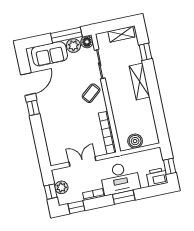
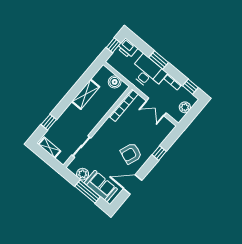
window: (66, 35) -> (88, 192), moved
floor lamp: (87, 42) -> (73, 167), removed
shelving: (139, 82) -> (86, 94), moved
coffee table: (91, 93) -> (105, 137), removed
armchair: (58, 105) -> (131, 153), added
window: (33, 108) -> (159, 153), moved
window: (51, 192) -> (193, 112), removed

